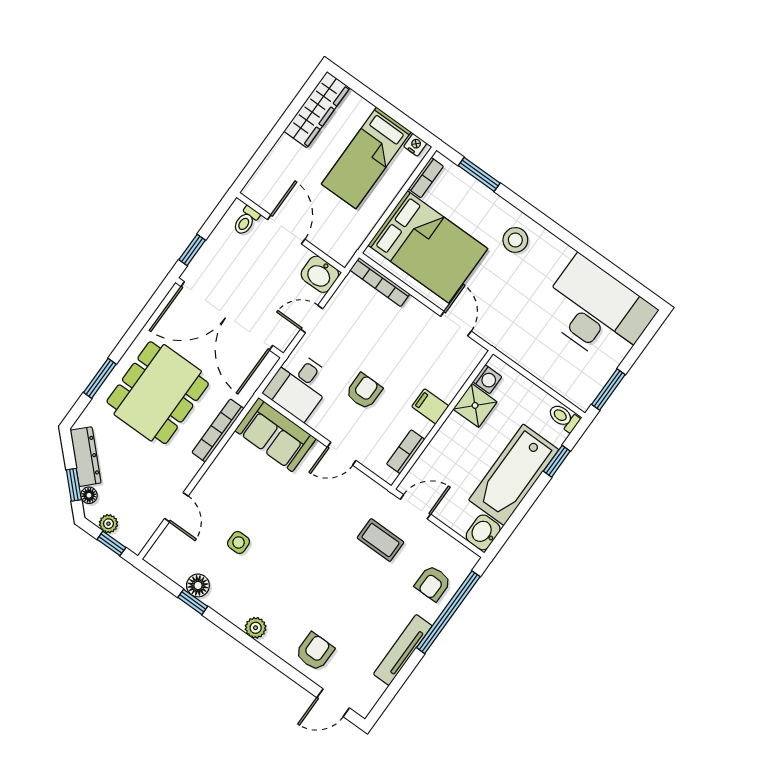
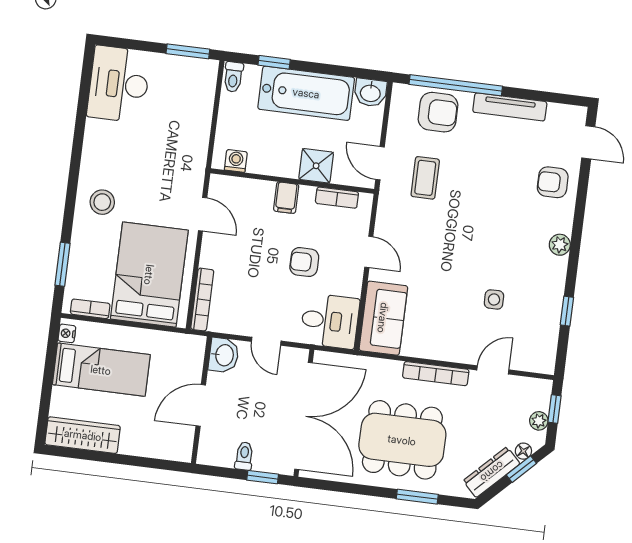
toilet: (246, 221) -> (244, 456), moved, turned -90
desk: (597, 311) -> (119, 84), width x0.73, depth x0.77
door: (456, 324) -> (203, 214), swing flipped
shower: (475, 405) -> (316, 166), moved
bookcase: (218, 431) -> (436, 374), moved
armchair: (433, 583) -> (438, 112), width x1.38, depth x1.38
floor lamp: (198, 585) -> (550, 314), removed

